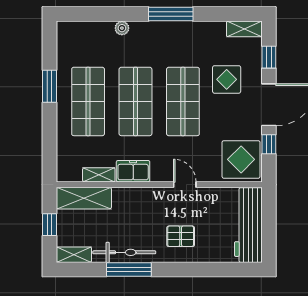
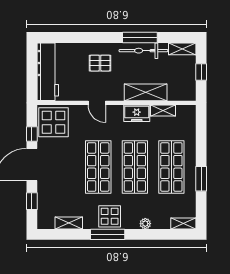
shelving: (73, 28) -> (183, 223), added
shelving: (244, 29) -> (69, 223), moved
display table: (227, 79) -> (110, 216), moved
shelving: (84, 198) -> (146, 92), moved

